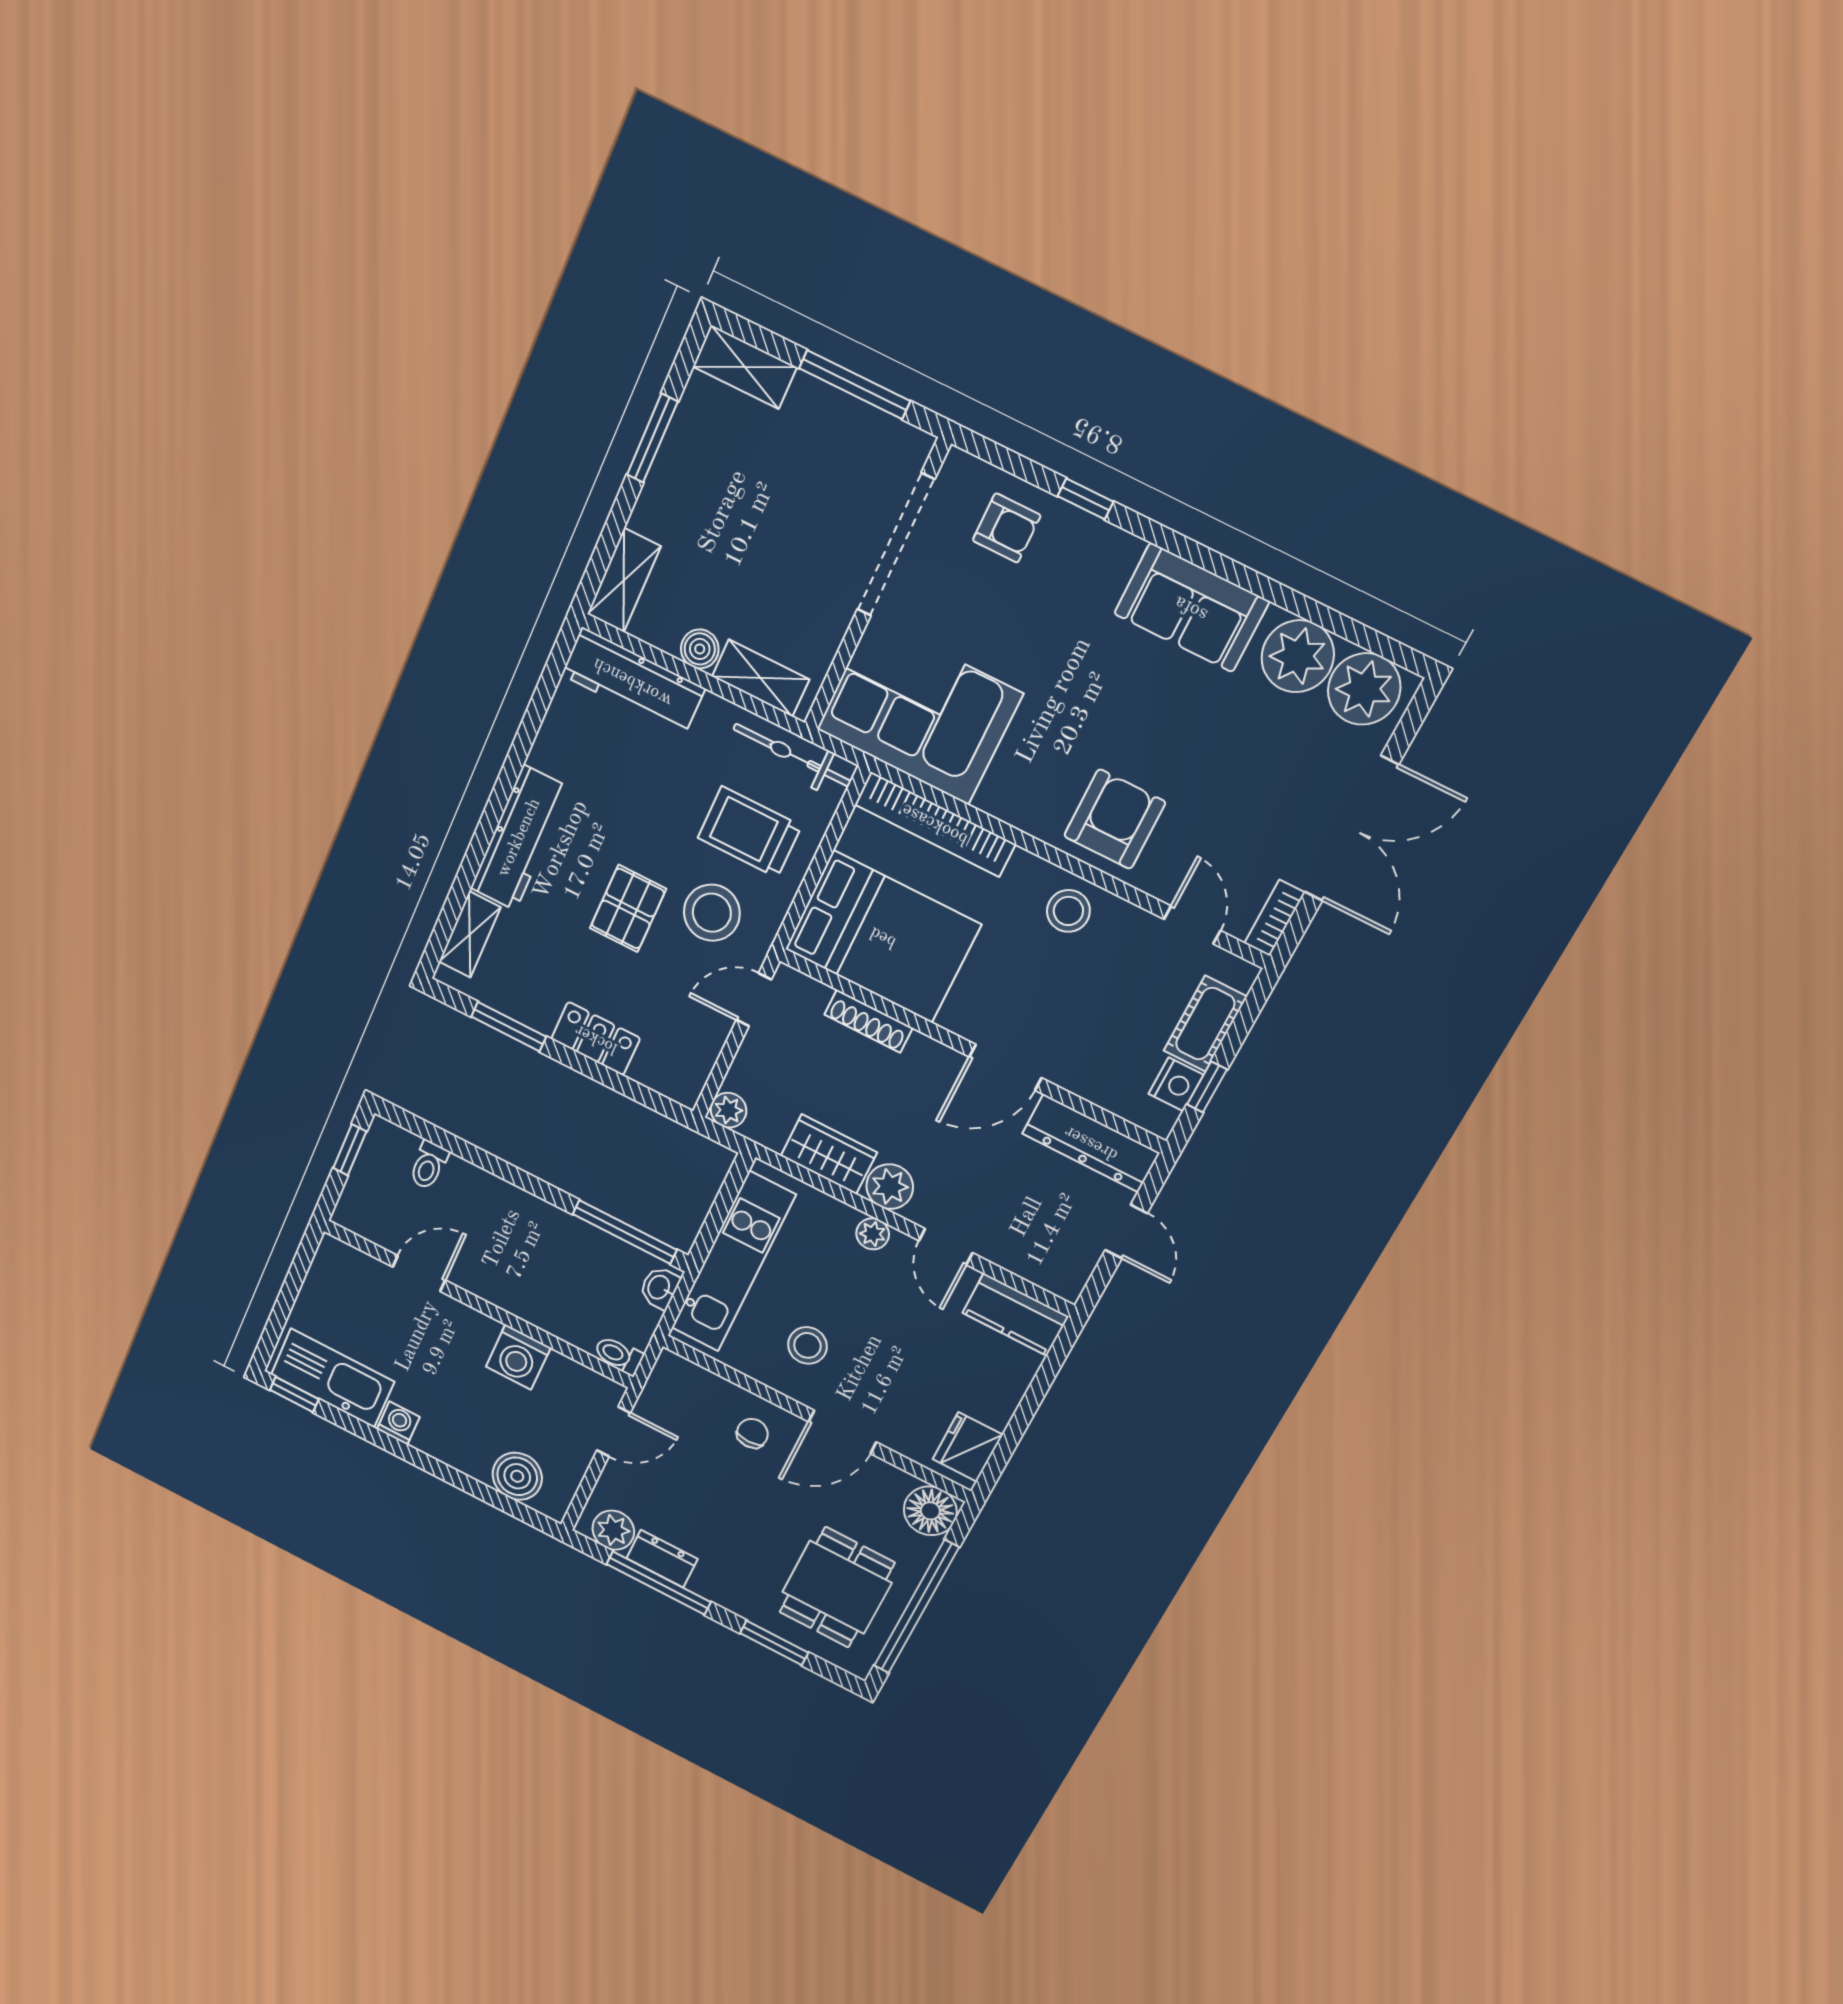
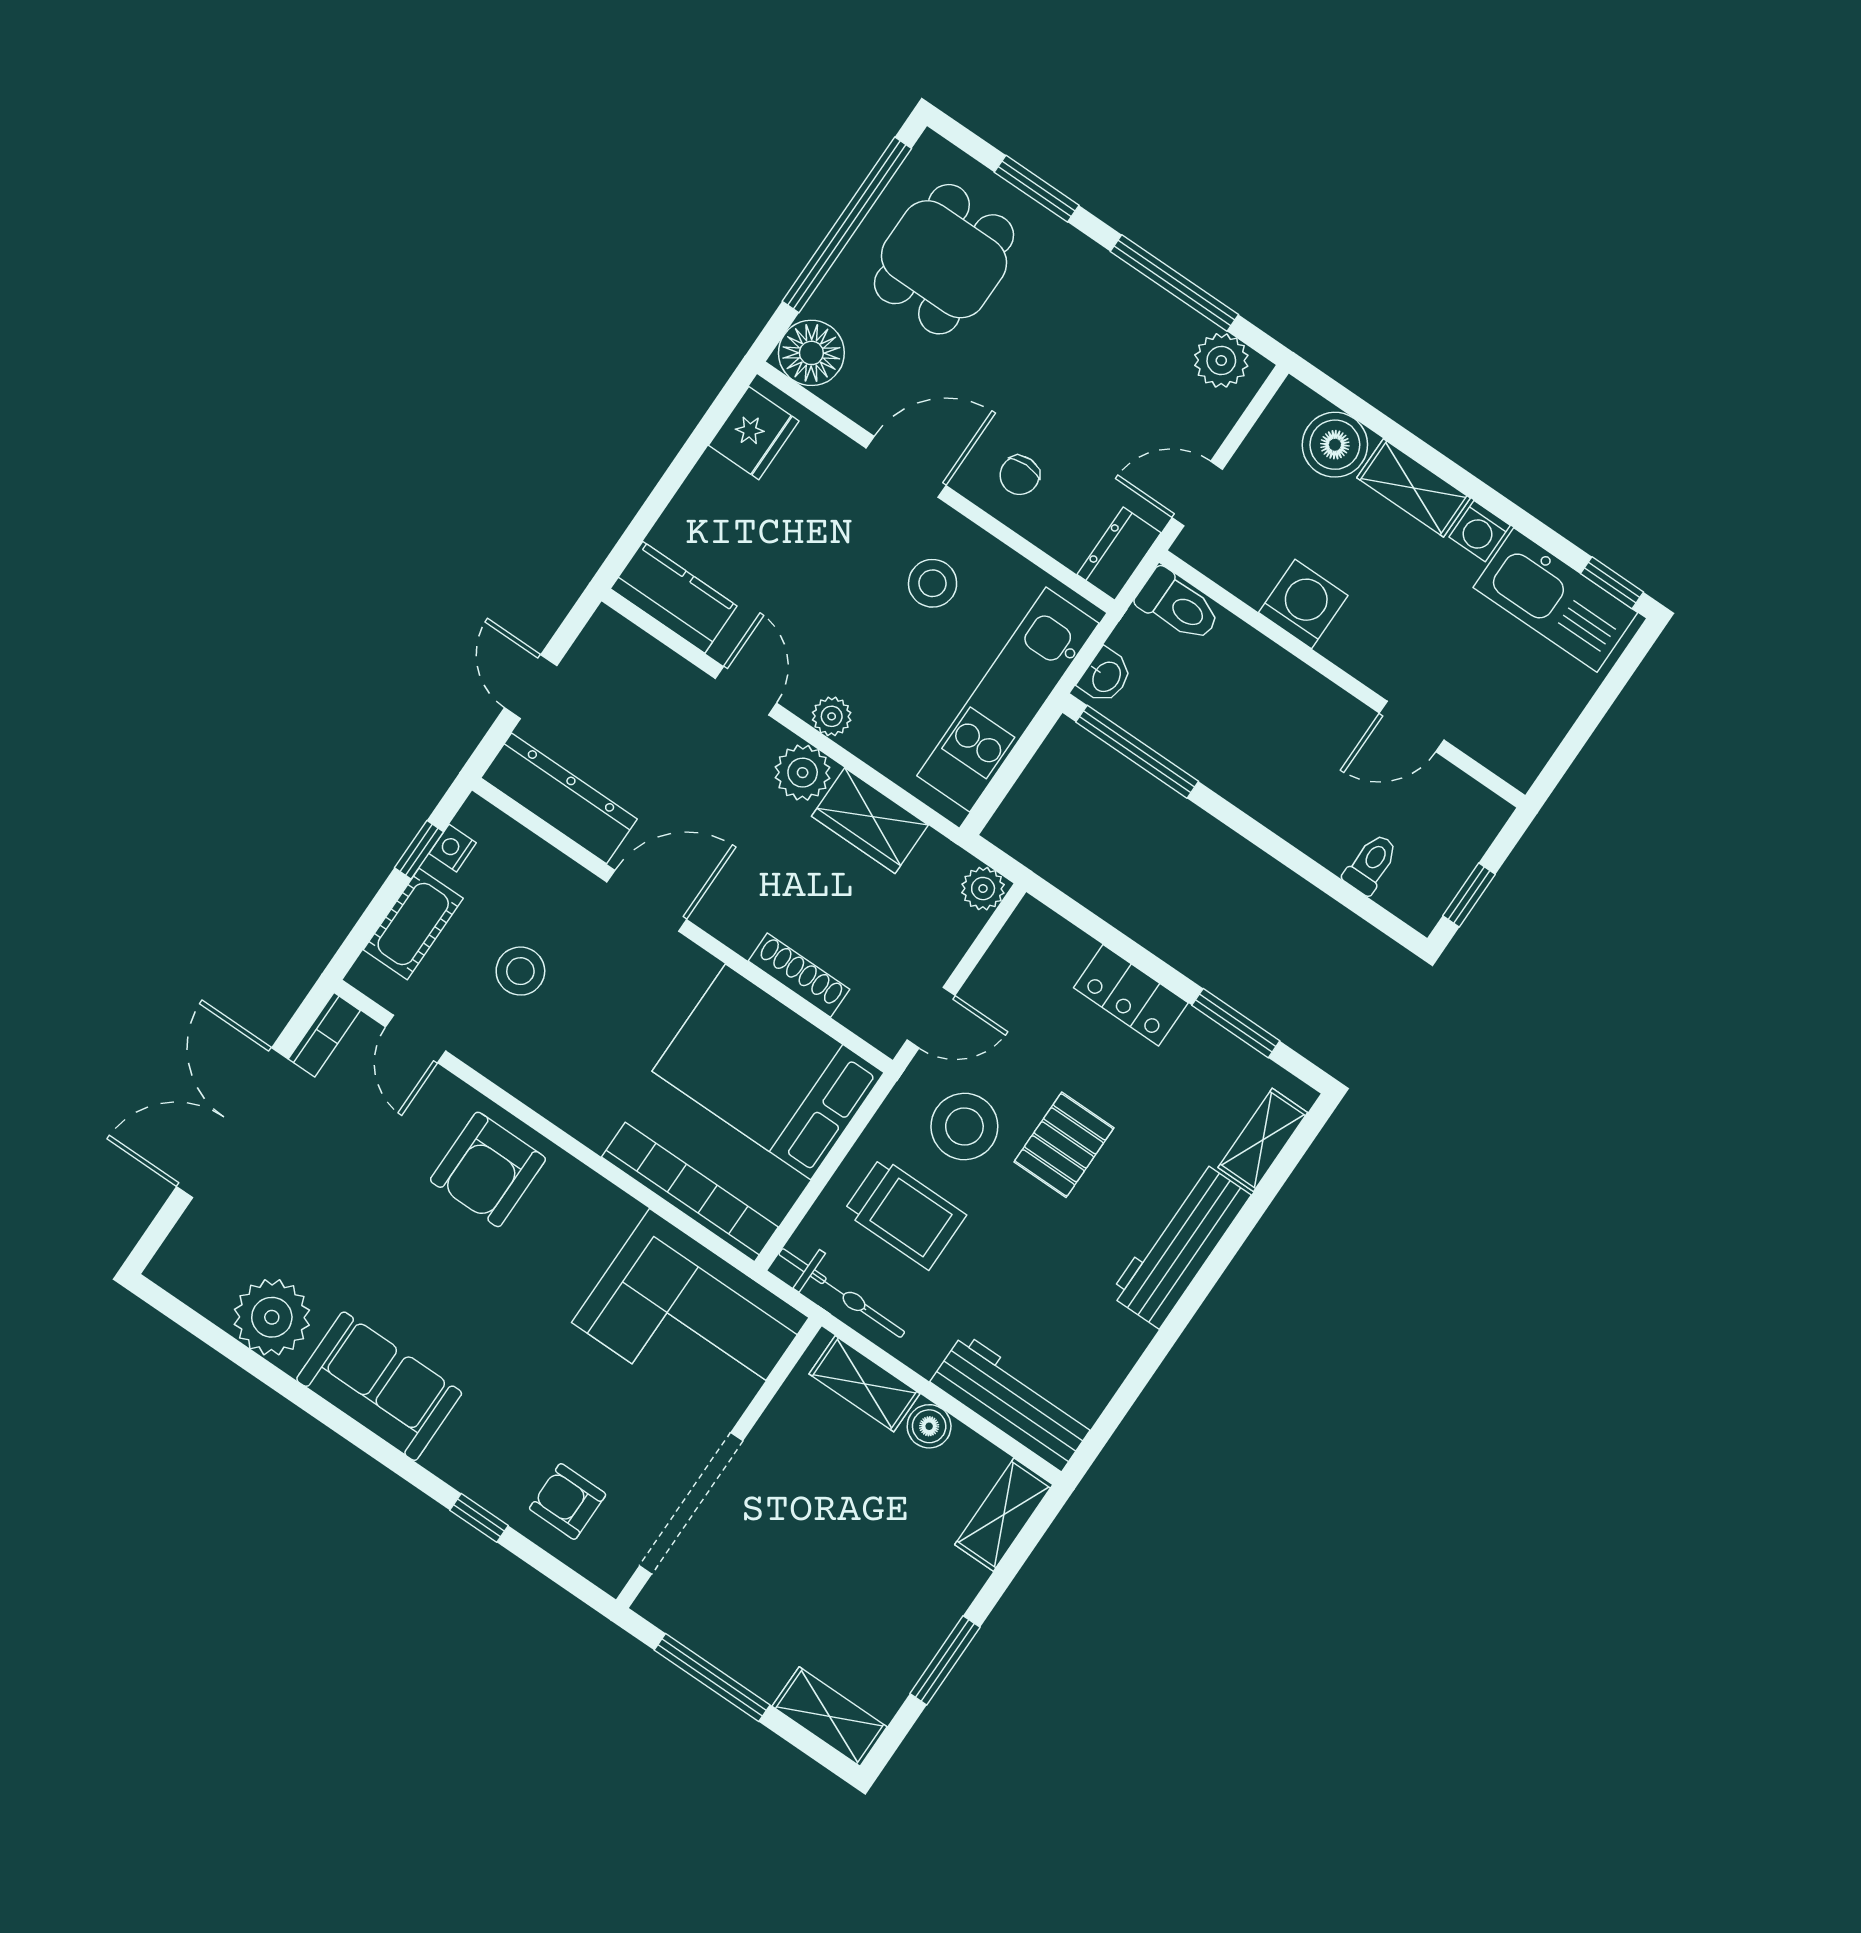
plant: (1364, 689) -> (205, 1272), removed
stool: (1068, 911) -> (520, 971), moved
nightstand: (1176, 1084) -> (453, 848), width x0.72, depth x0.74
toilet: (619, 1355) -> (1178, 606), width x1.37, depth x1.39
shelving: (453, 1450) -> (1414, 488), added
dresser: (662, 1559) -> (1119, 554), moved, turned 90

